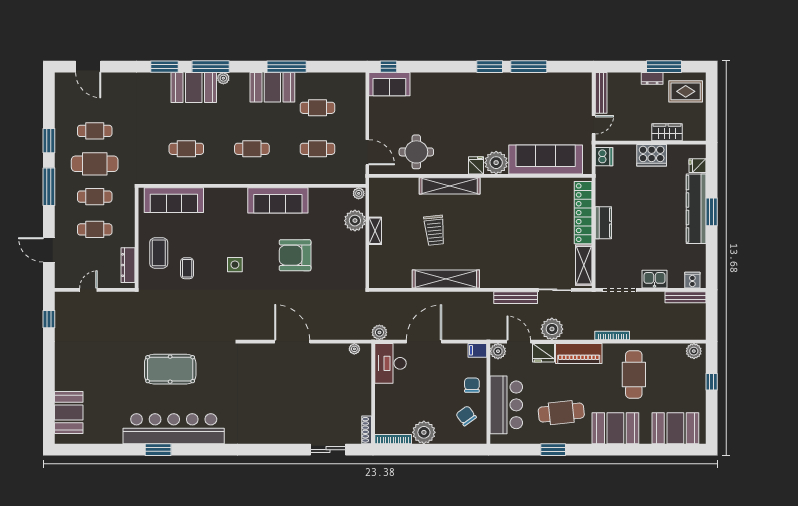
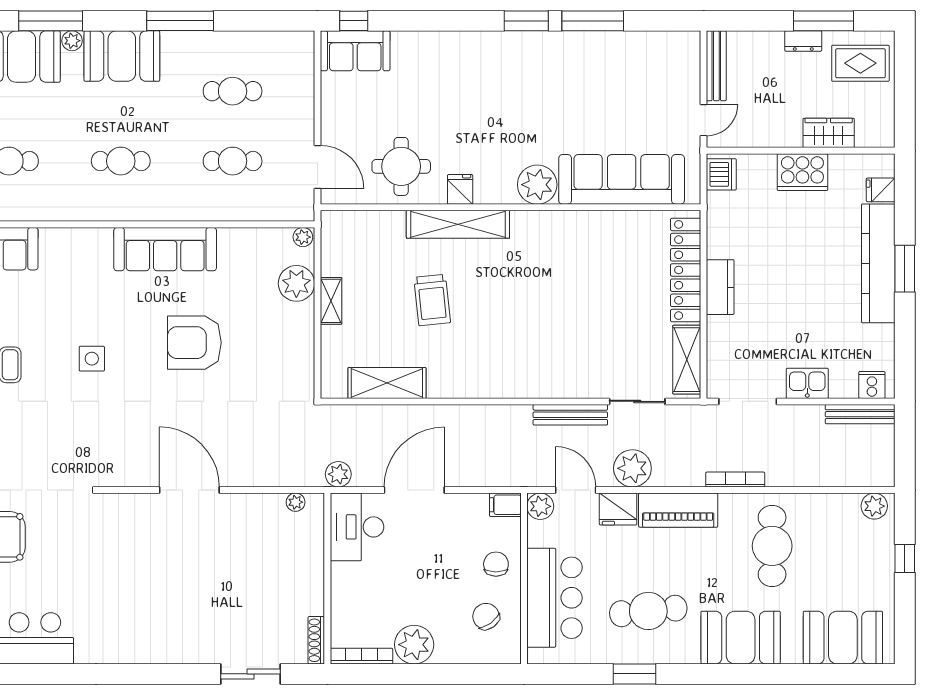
booth: (272, 87) -> (122, 56), moved
fridge: (476, 165) -> (460, 189), moved
shelving: (446, 279) -> (387, 383), moved, width x0.68

